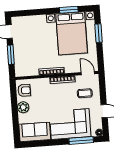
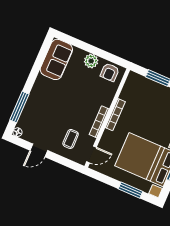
corner sofa: (70, 124) -> (44, 104), removed

